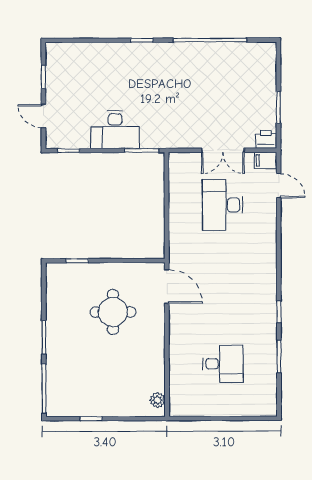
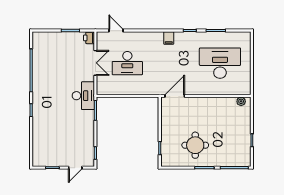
desk: (115, 130) -> (83, 96), moved
filing cabinet: (266, 160) -> (169, 38), moved
door: (279, 186) -> (116, 30), hinge flipped
round table: (113, 312) -> (195, 145), moved
desk: (223, 364) -> (220, 63), width x1.87, depth x1.30

